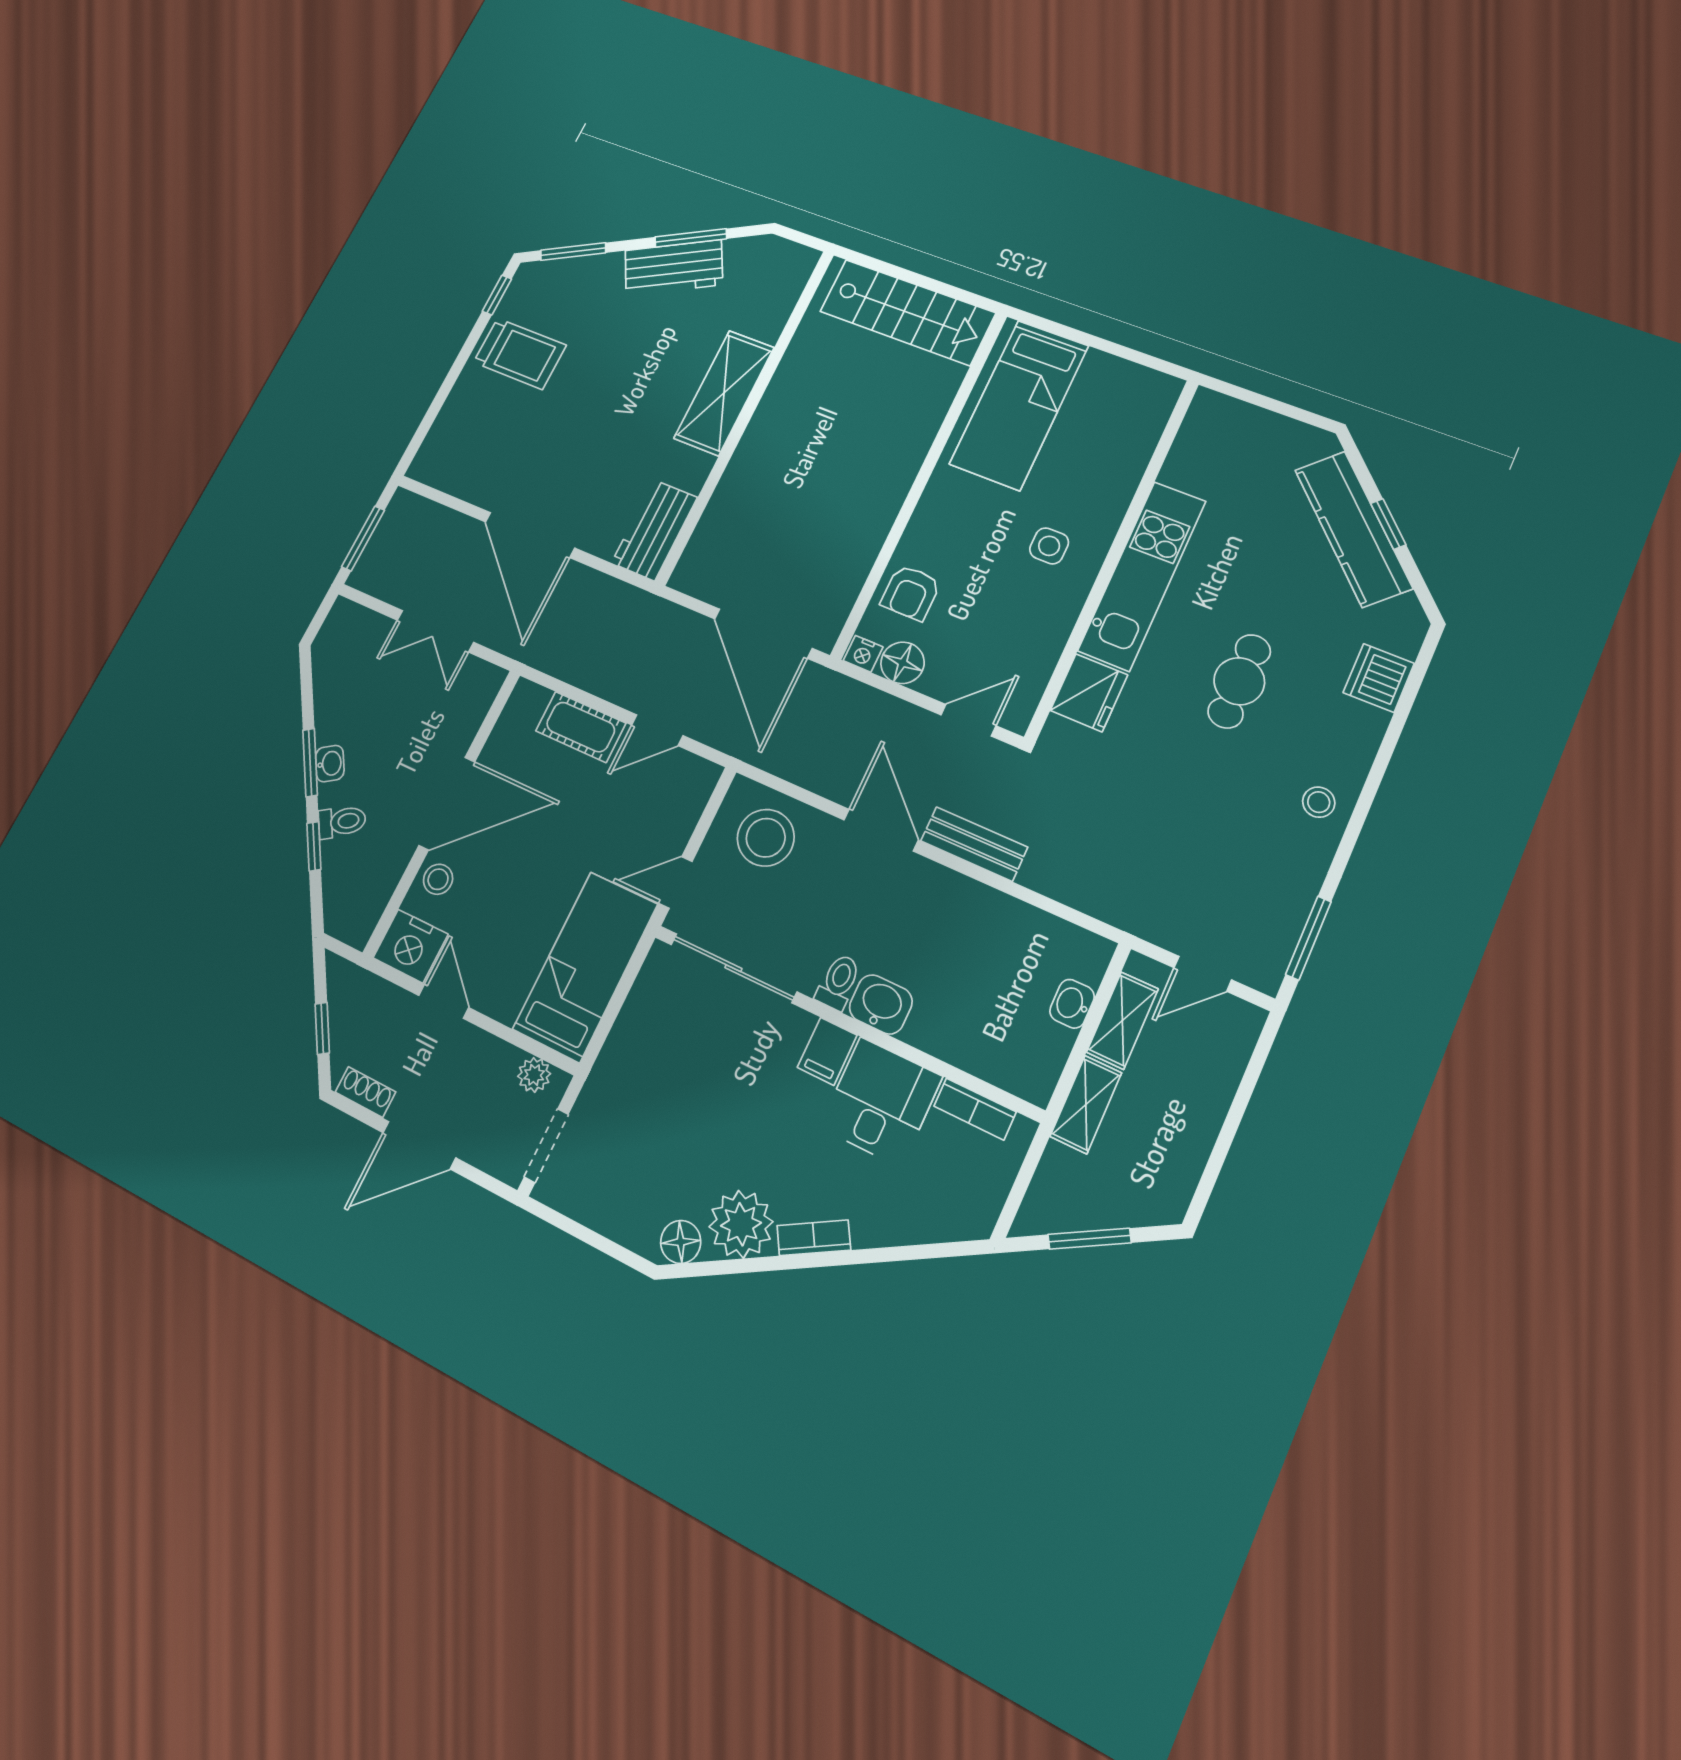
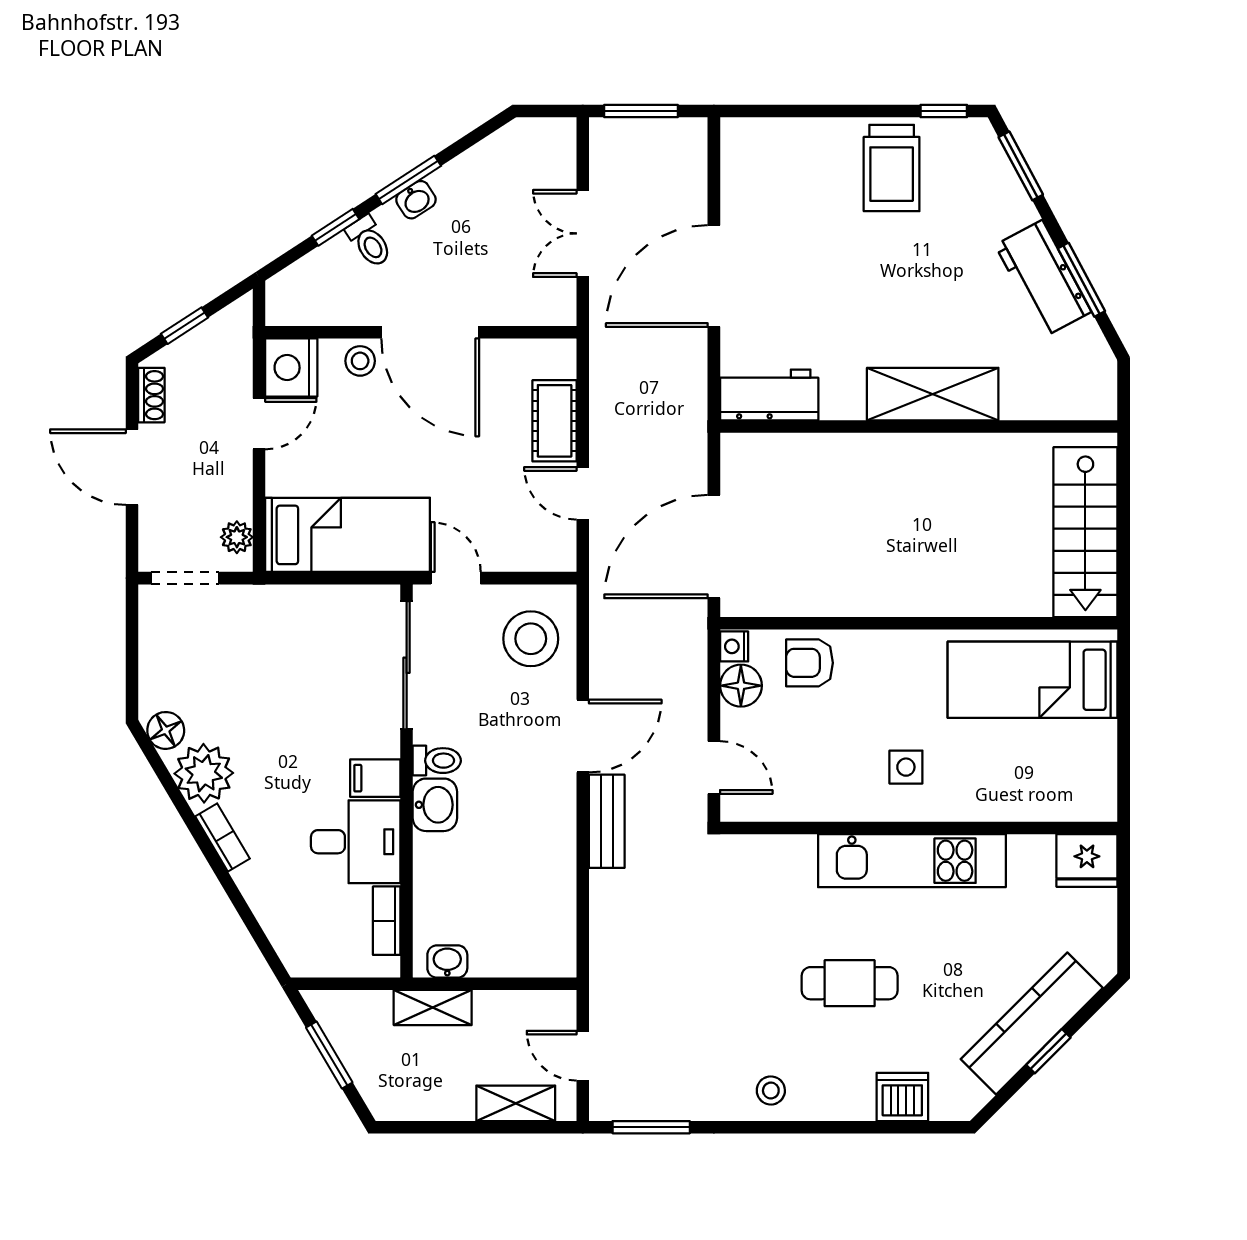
fridge: (1089, 693) -> (1087, 861), moved
washbasin: (1072, 1004) -> (447, 962), moved
shelving: (1122, 1020) -> (516, 1103), moved

